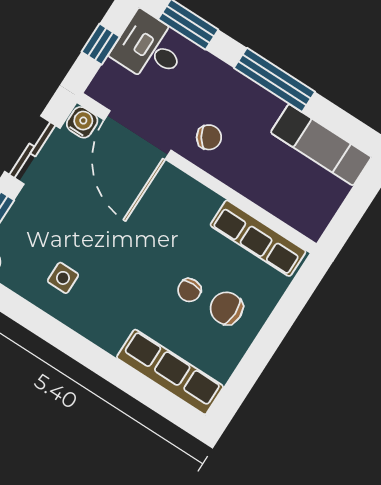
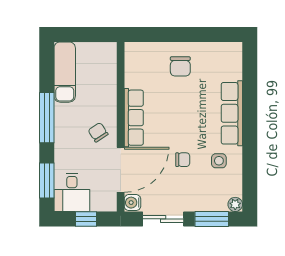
row of seats: (258, 238) -> (134, 118), moved
chair: (189, 290) -> (183, 160), moved
row of seats: (170, 372) -> (232, 113), moved

